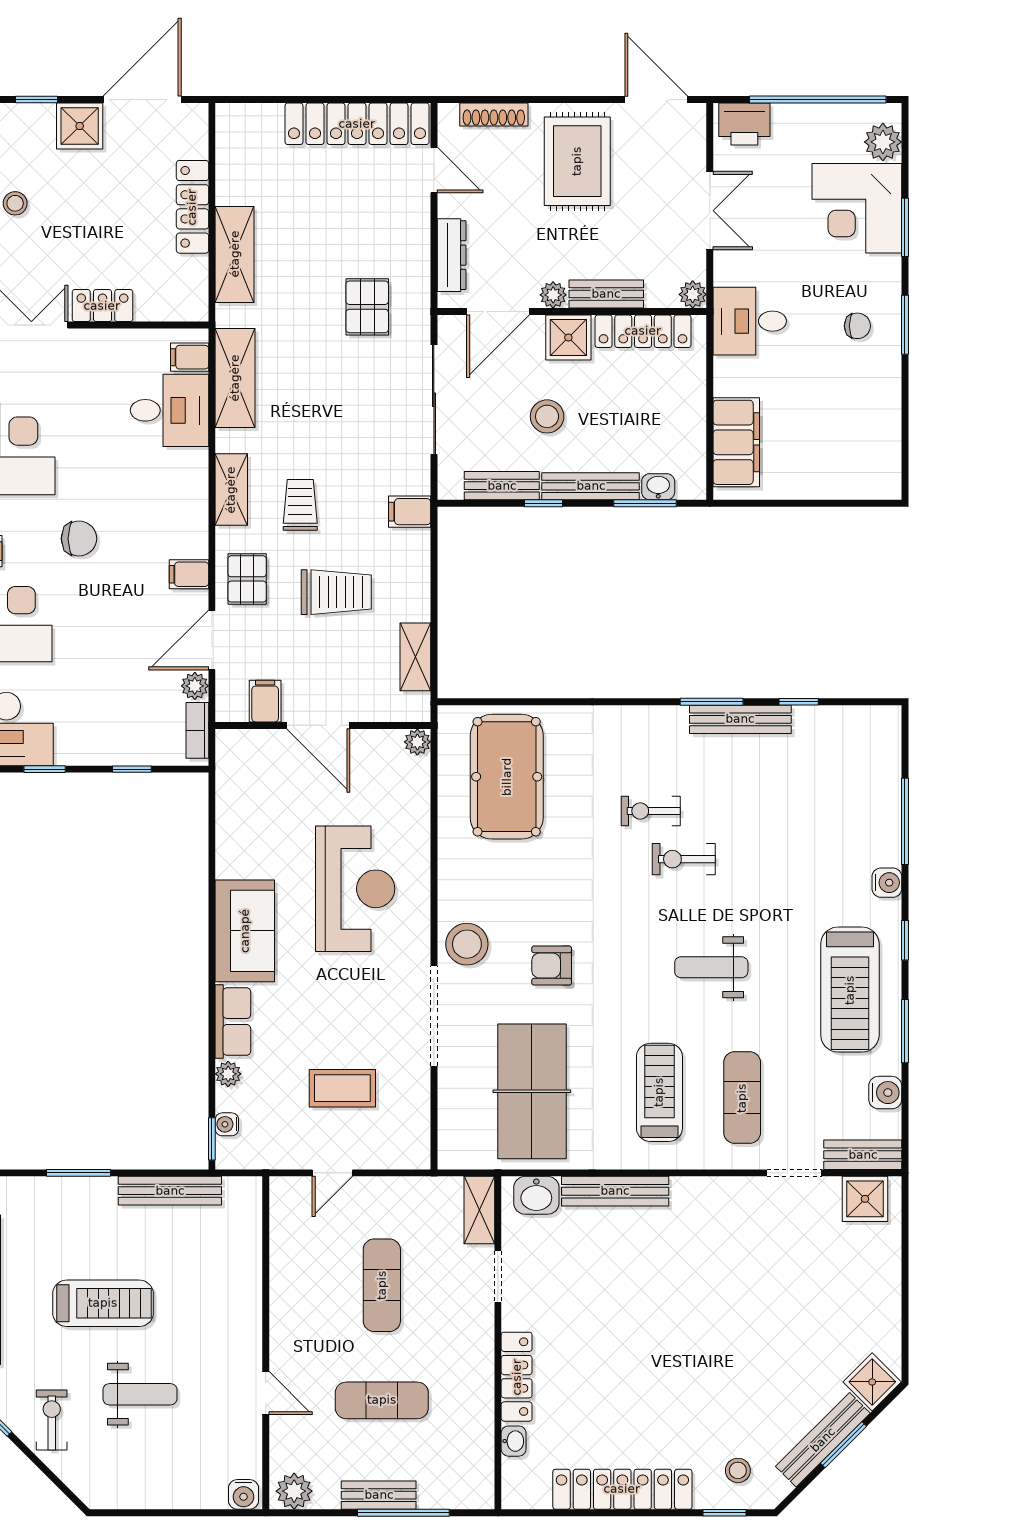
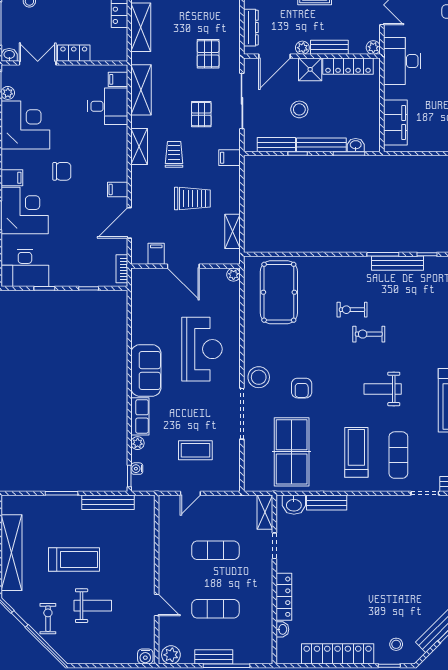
desk: (750, 321) -> (402, 61), width x1.37
pallet: (247, 579) -> (201, 114), moved
plant: (195, 686) -> (121, 246), removed
armchair: (552, 966) -> (302, 388), turned -90
bench: (615, 1191) -> (327, 503), width x0.73
exercise mat: (382, 1285) -> (215, 550), turned 90

